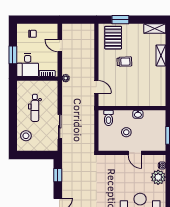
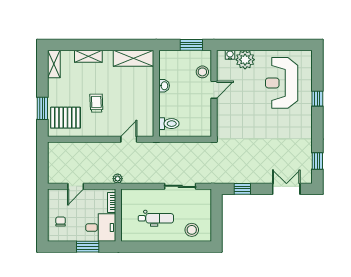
shelving: (159, 90) -> (133, 58), added
stool: (126, 132) -> (202, 72), moved

